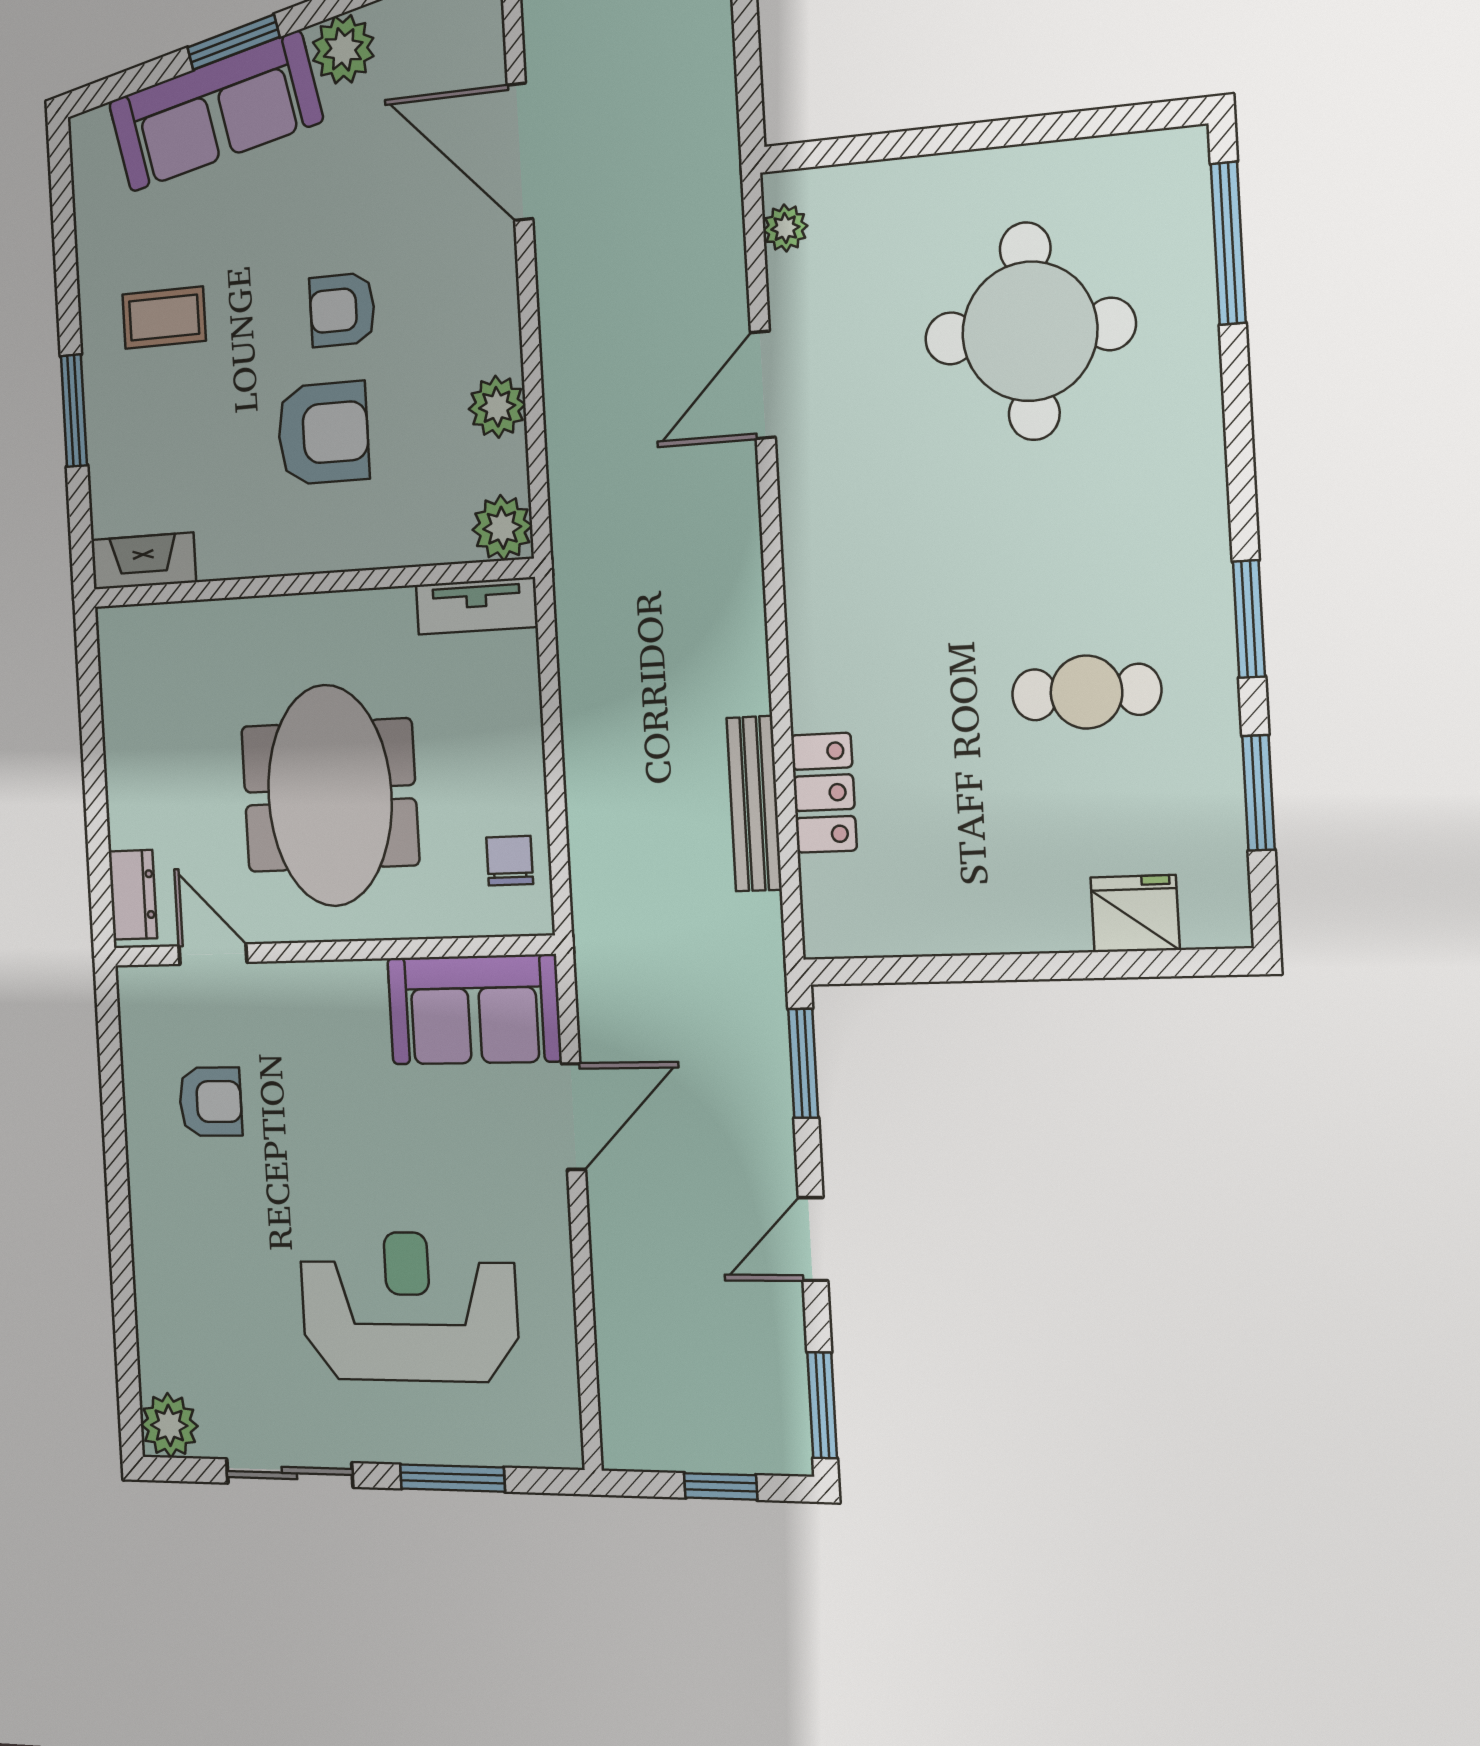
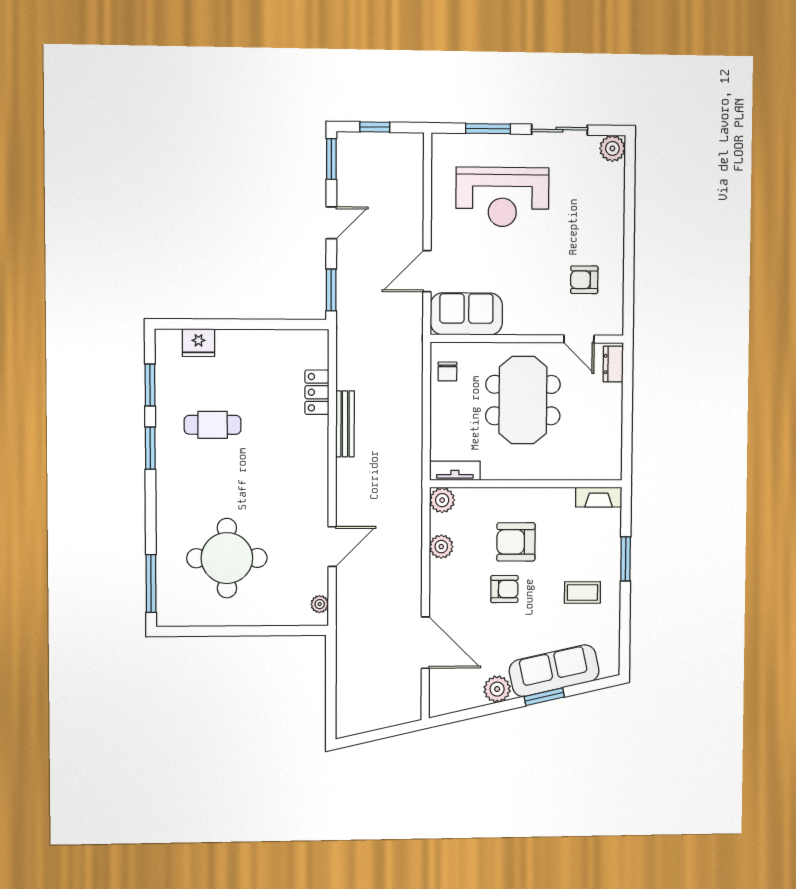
bench: (754, 804) -> (345, 424), moved

